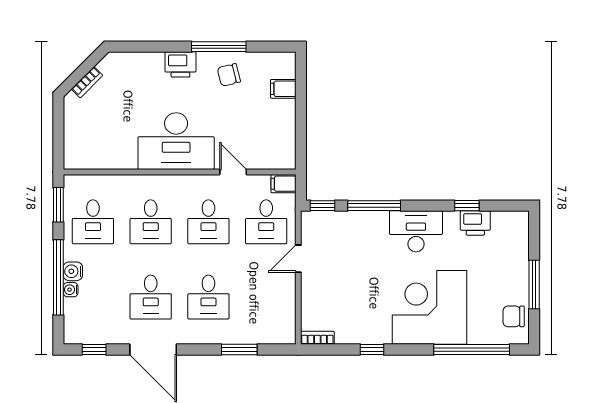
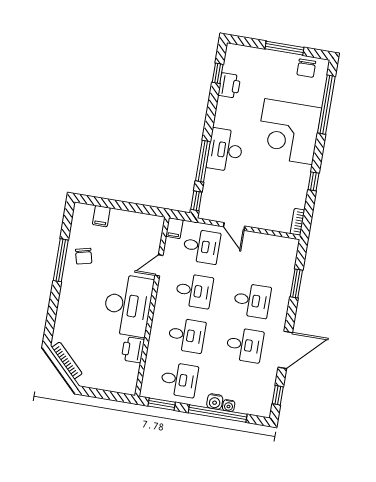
printer: (180, 64) -> (133, 350), moved, turned 180
bookcase: (87, 82) -> (67, 361), width x1.56
window: (467, 206) -> (218, 73), moved
desk: (416, 231) -> (225, 150), moved

